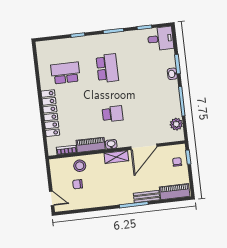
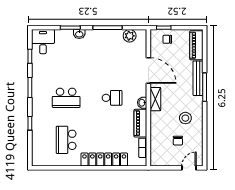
school desk: (107, 68) -> (66, 98), turned 180
school desk: (113, 114) -> (112, 98), turned 90
stool: (80, 166) -> (185, 118), moved
bench: (147, 197) -> (198, 78), width x1.36

